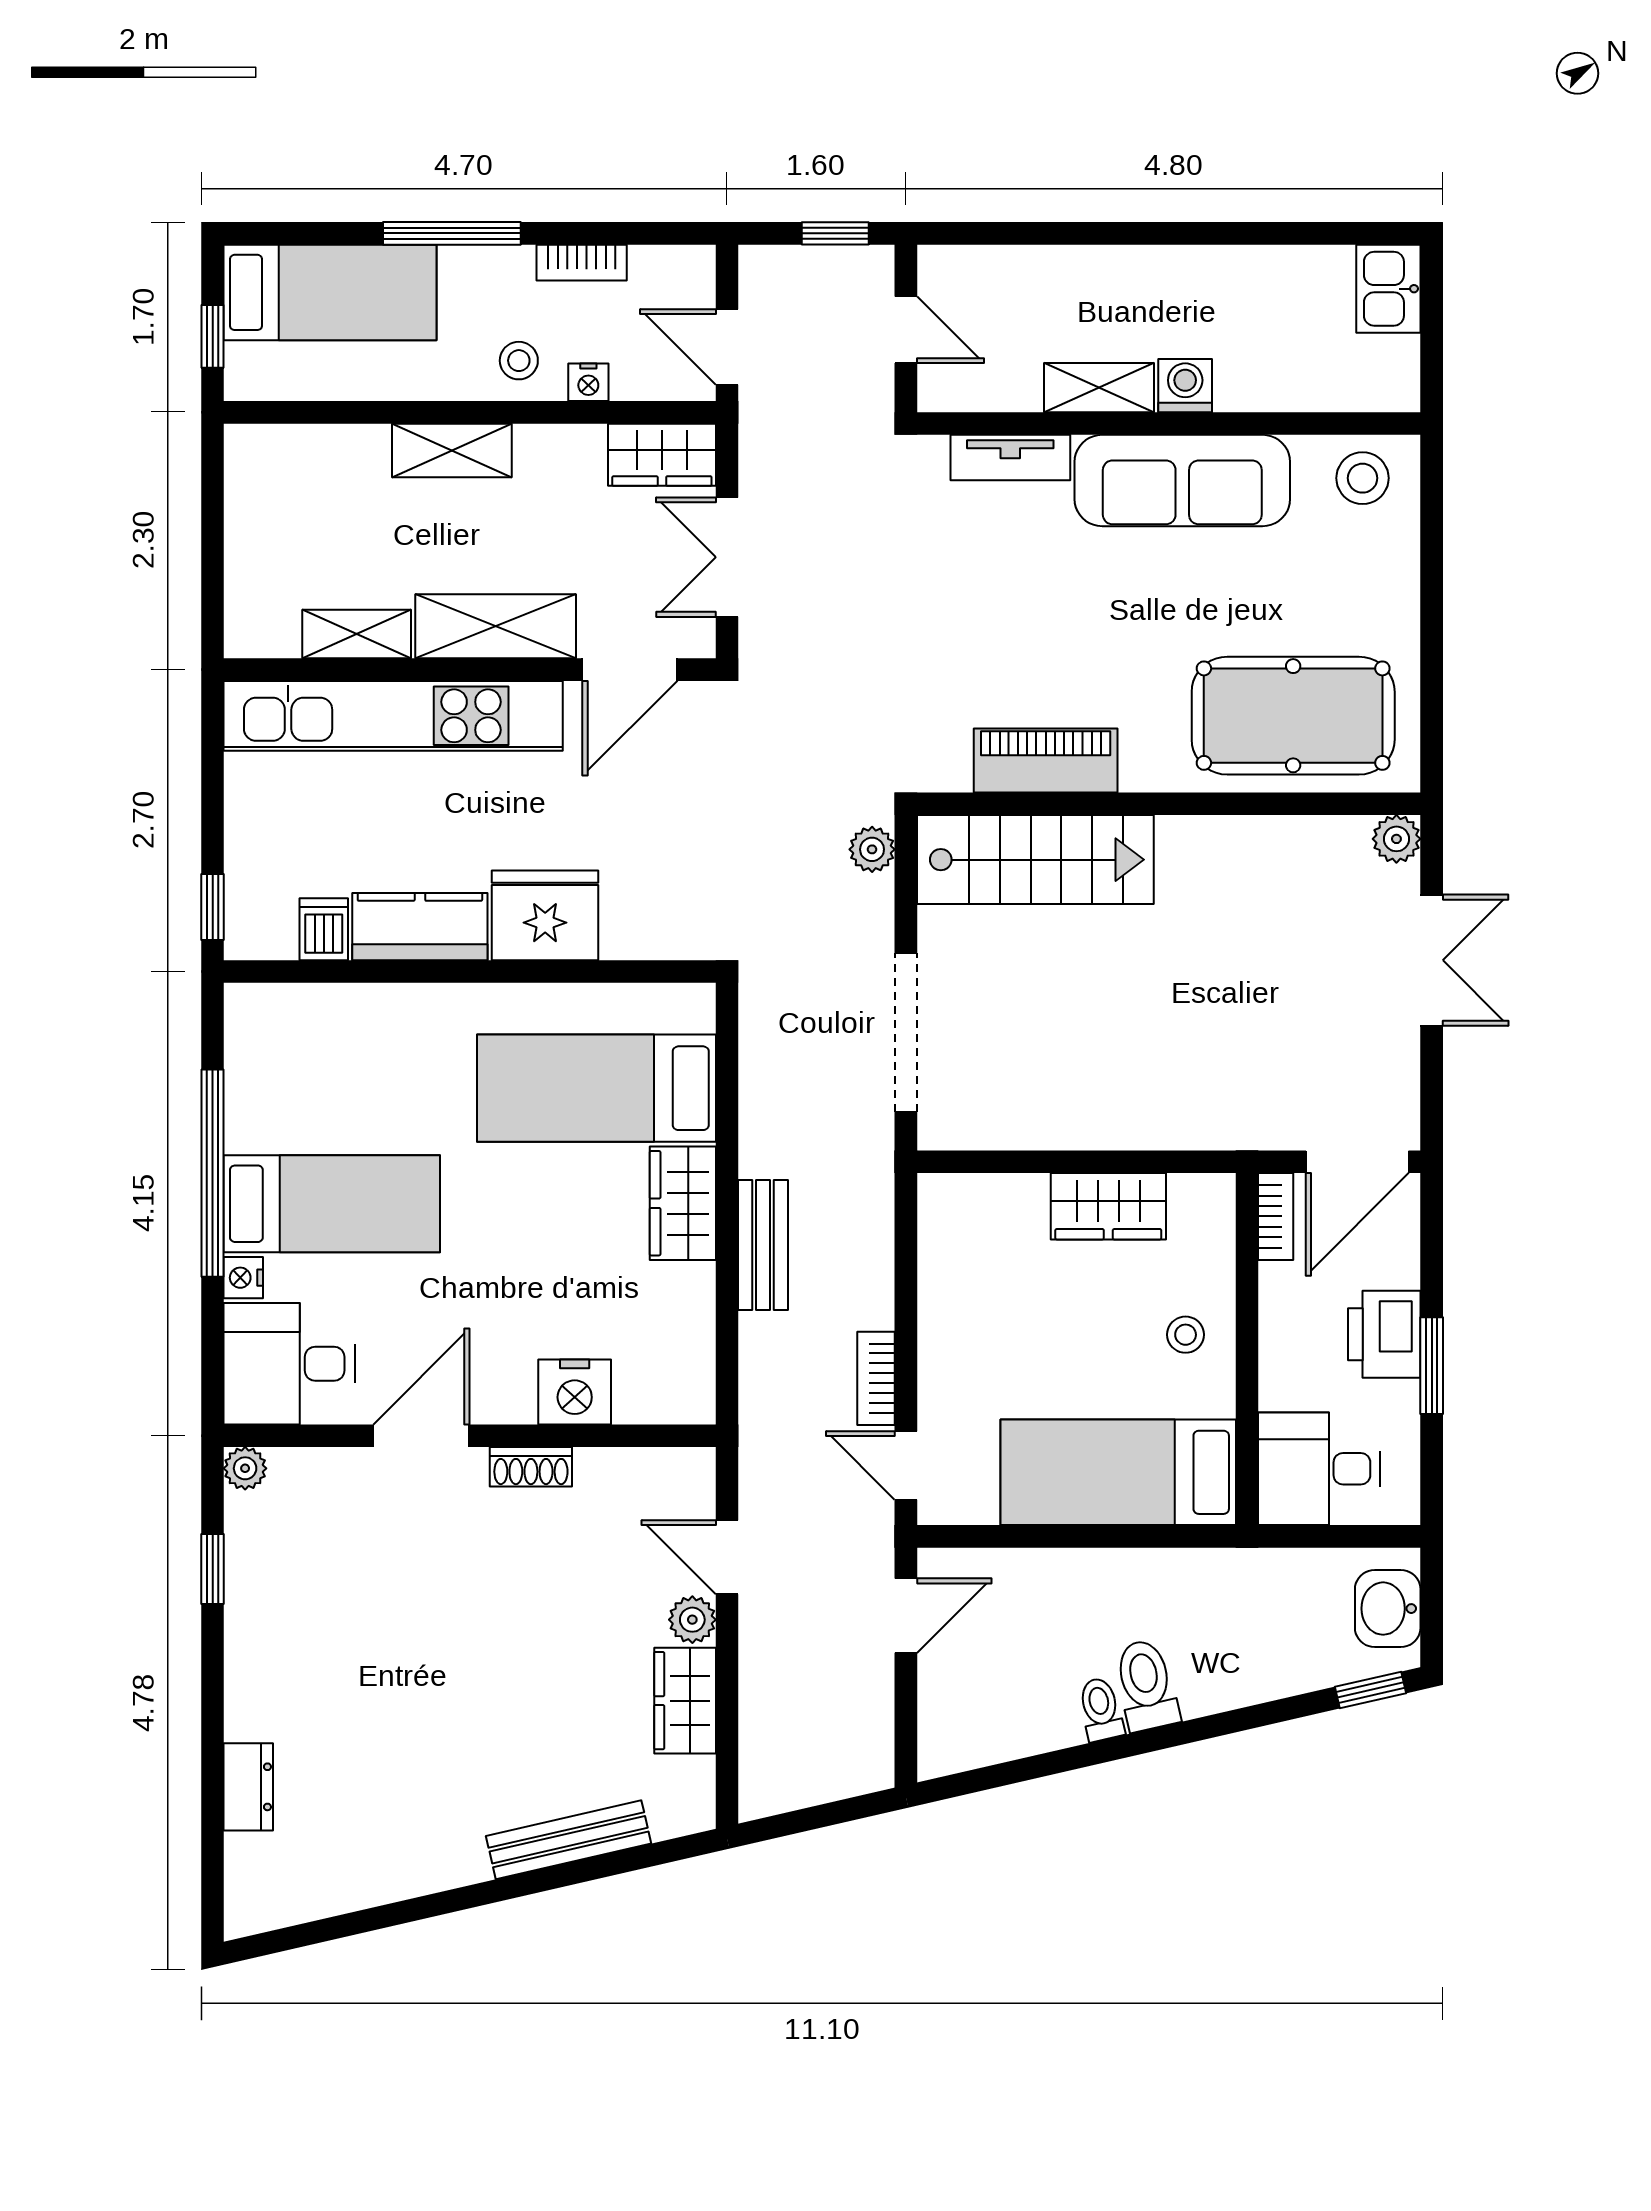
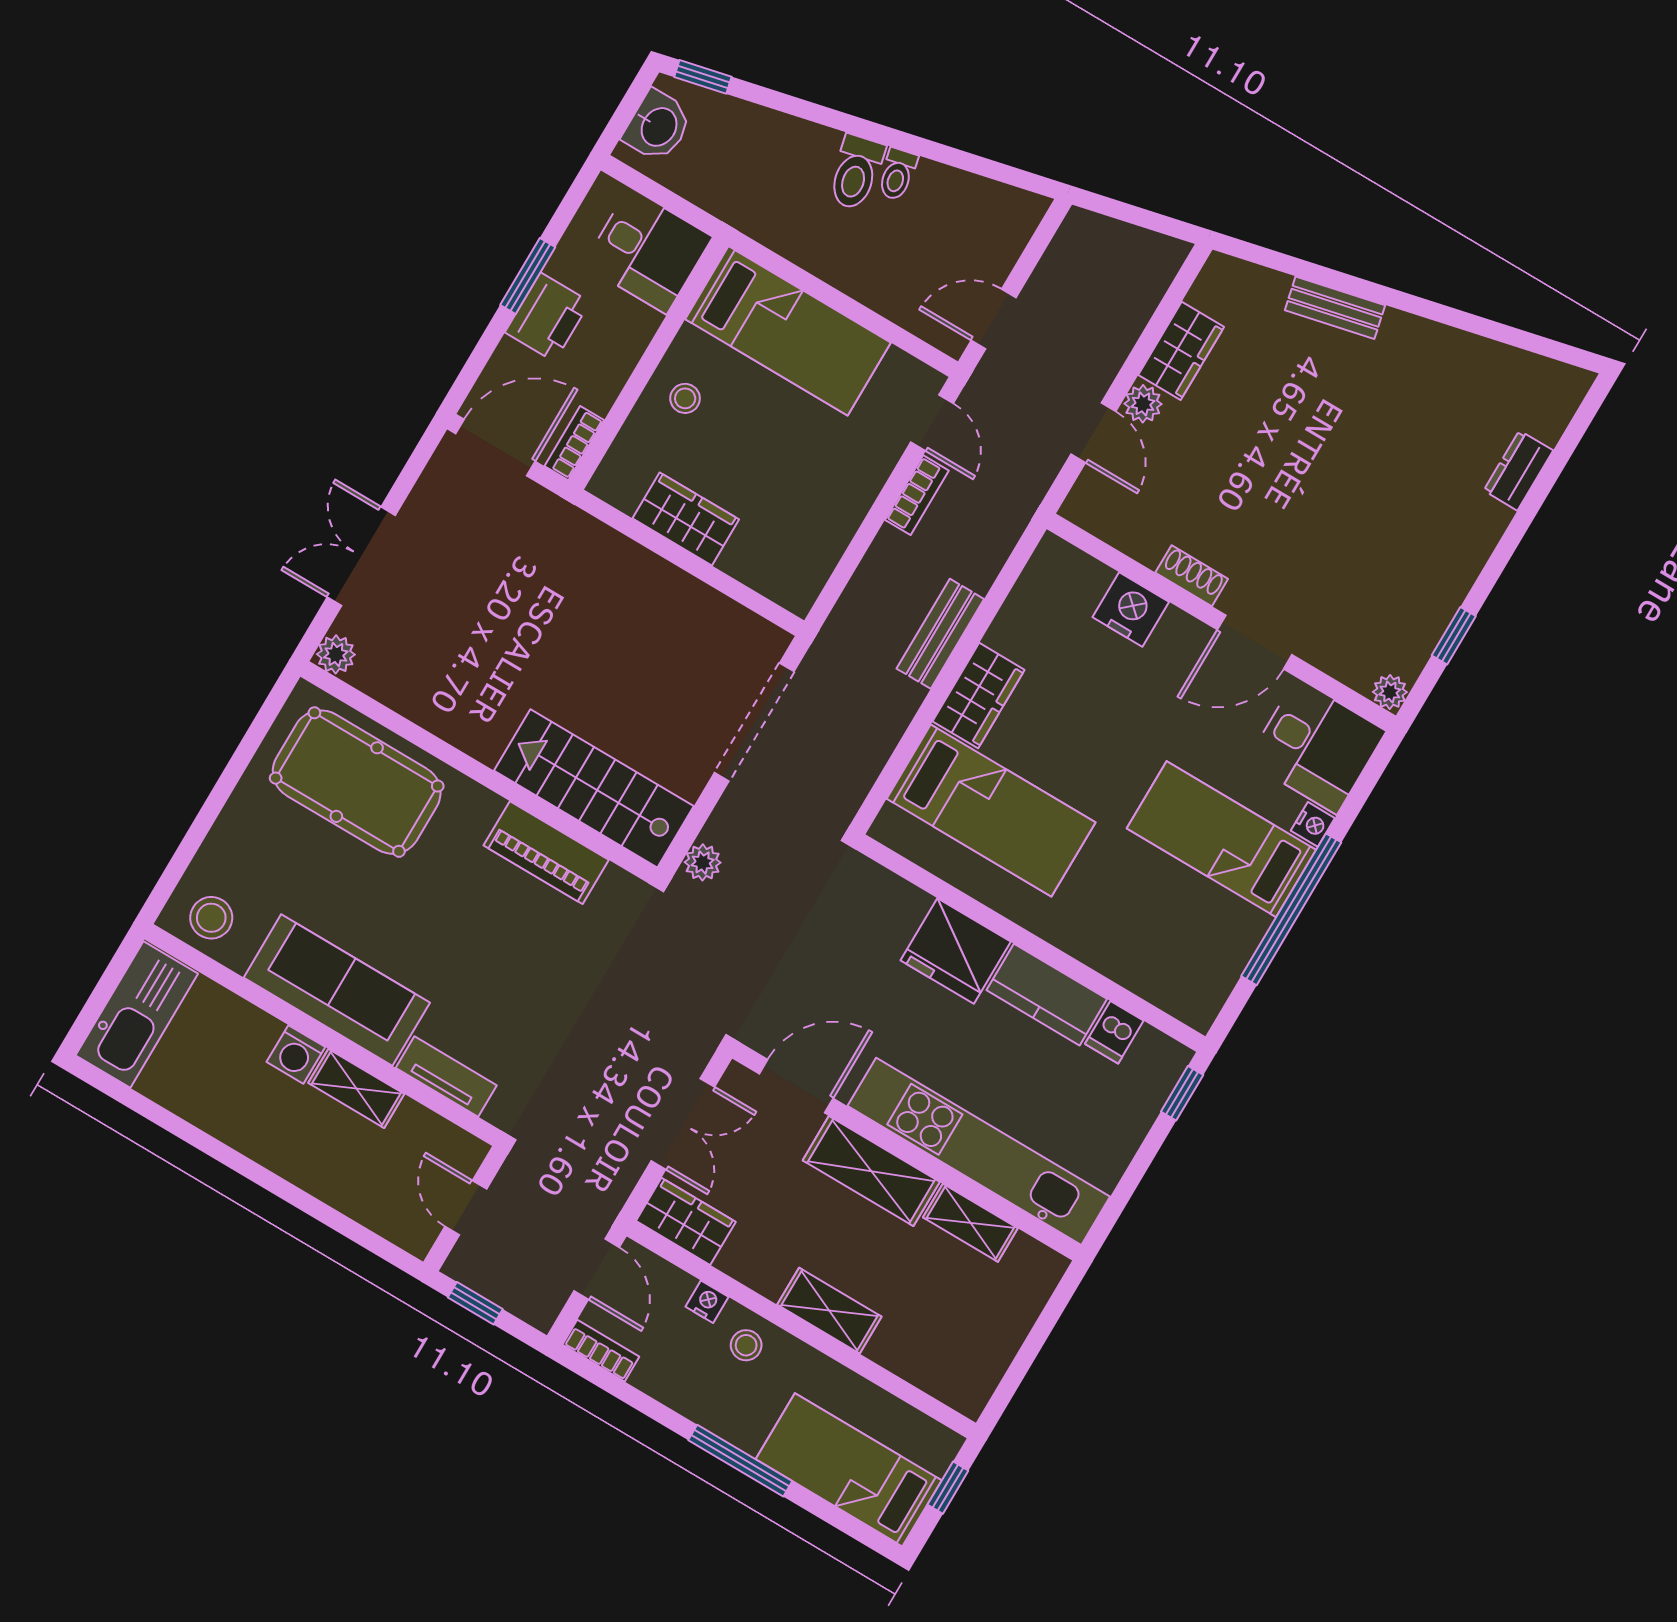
bookcase: (582, 263) -> (601, 1351), moved
kitchen sink: (1388, 289) -> (137, 1015), width x1.88, depth x1.24
bench: (569, 1840) -> (1335, 308), width x0.73

